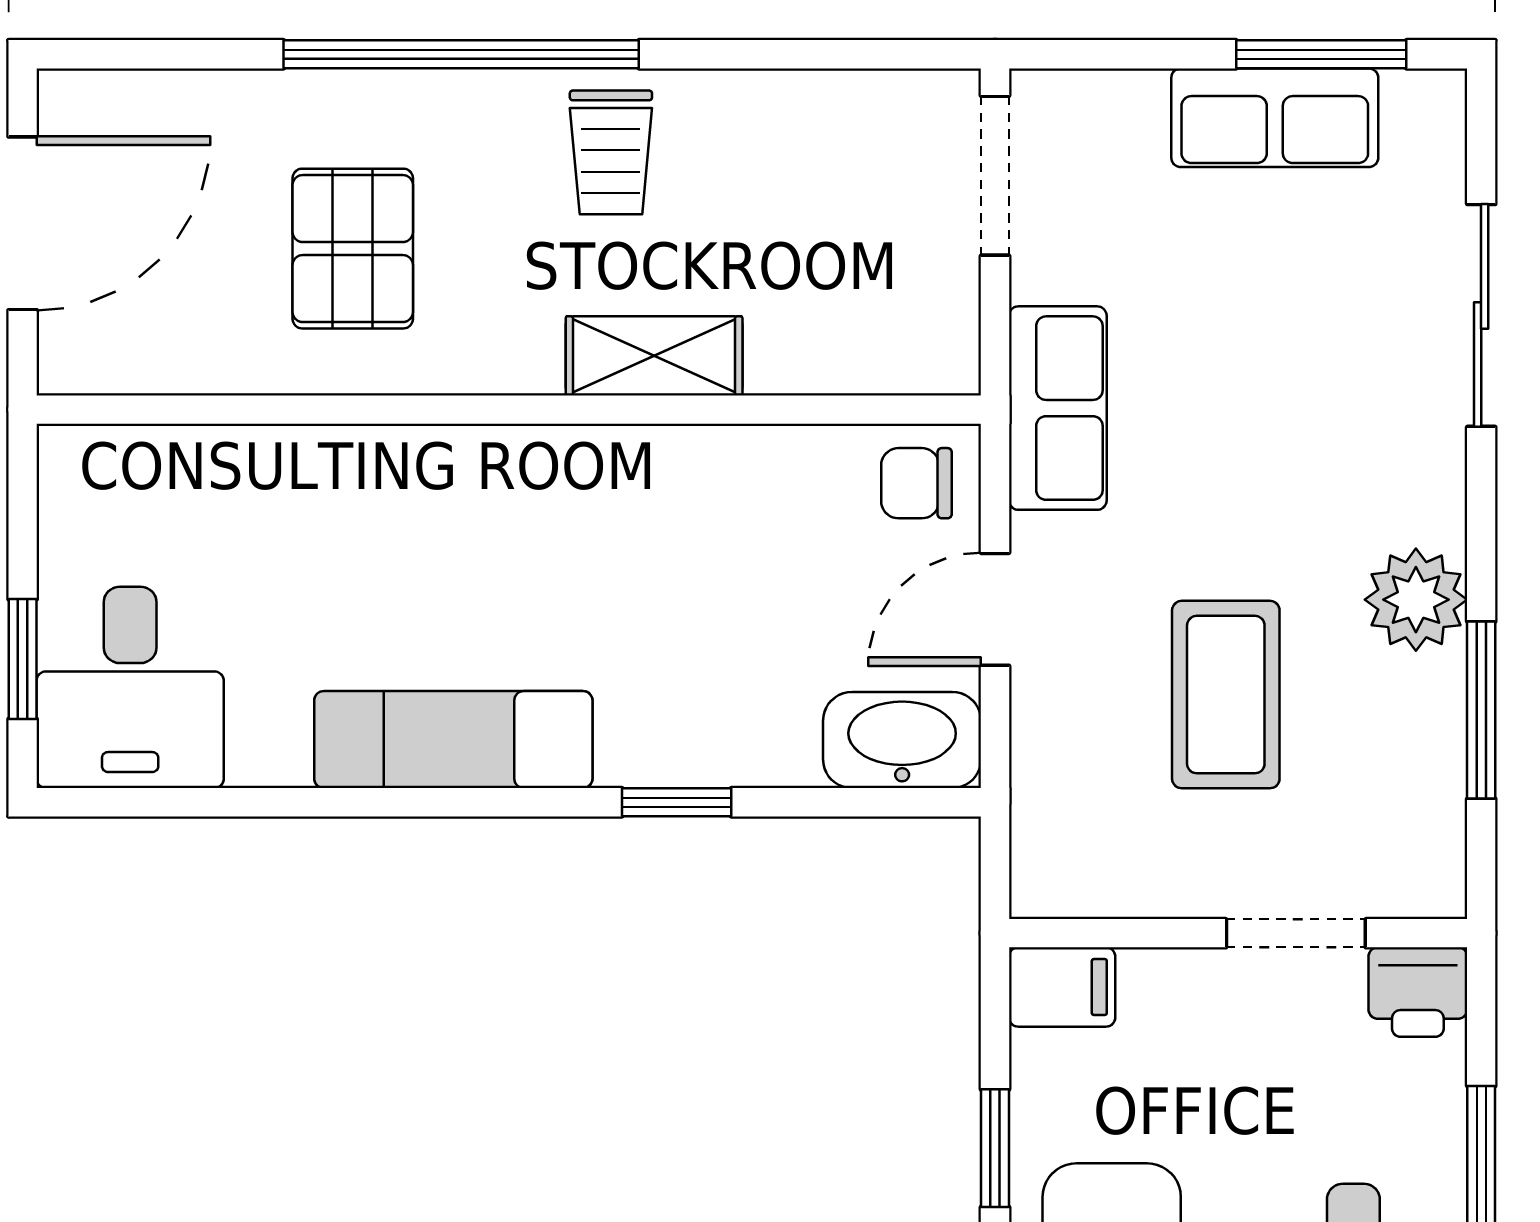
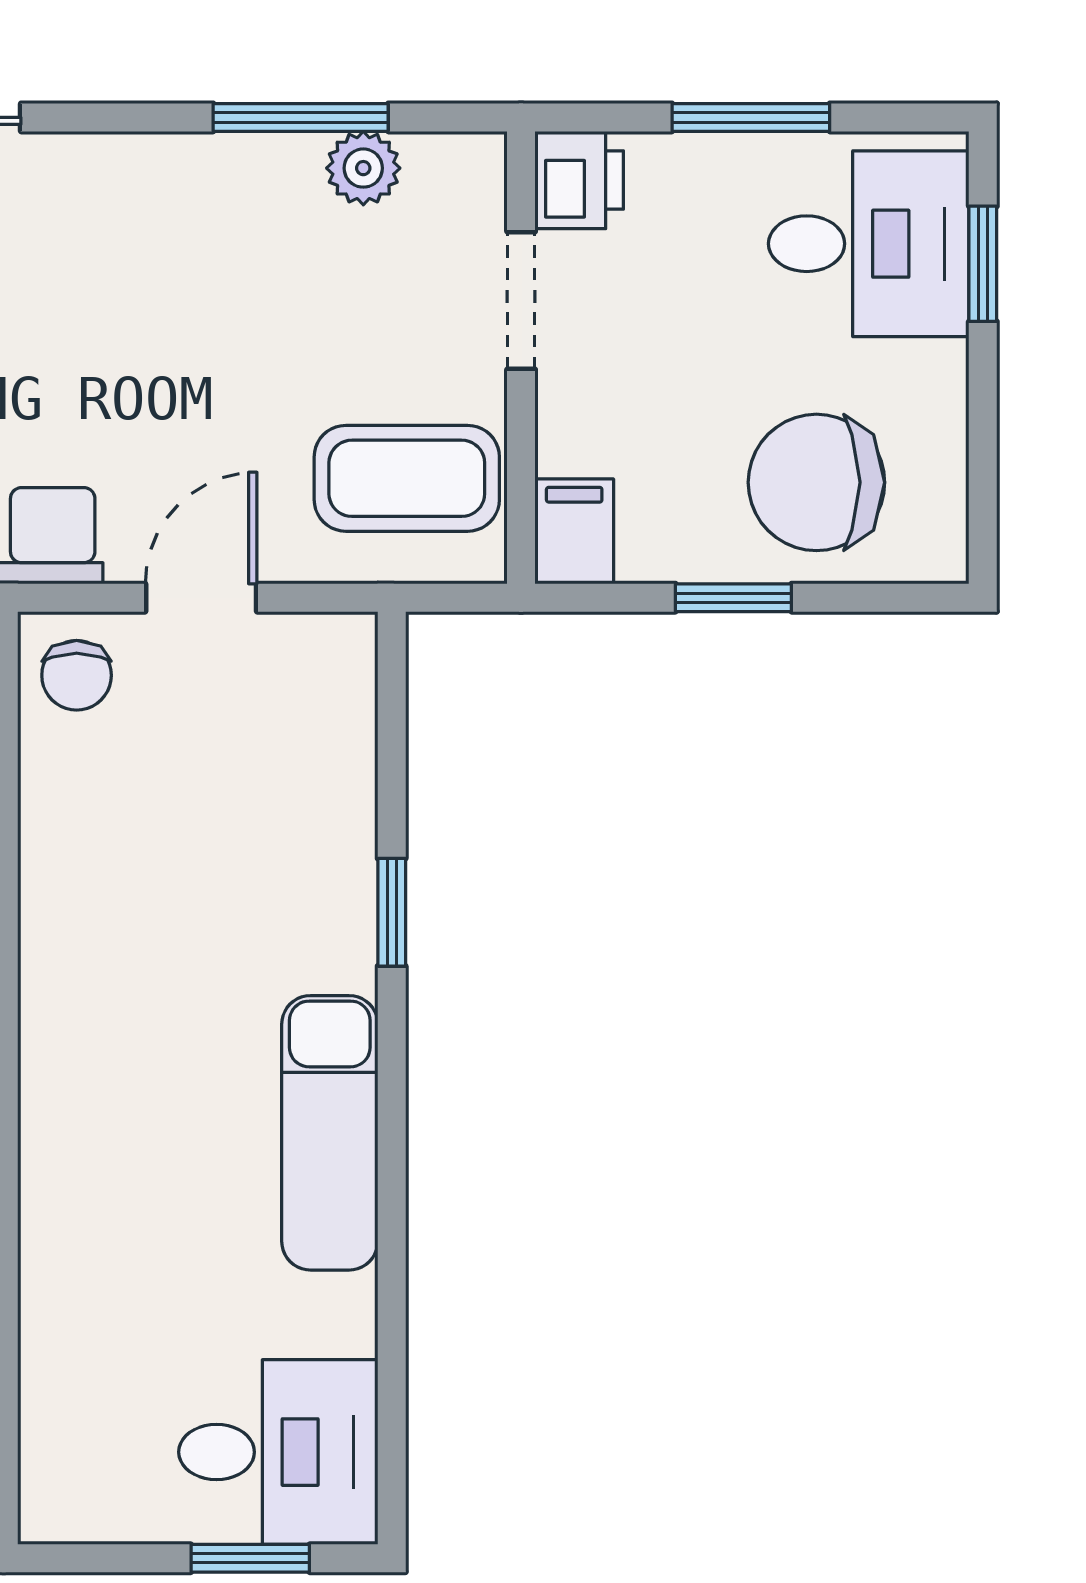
plant: (1416, 600) -> (363, 168), moved, width x0.73, depth x0.73
door: (995, 609) -> (201, 598), swing flipped
coffee table: (1226, 695) -> (407, 478), moved
washbasin: (902, 740) -> (330, 689), removed

